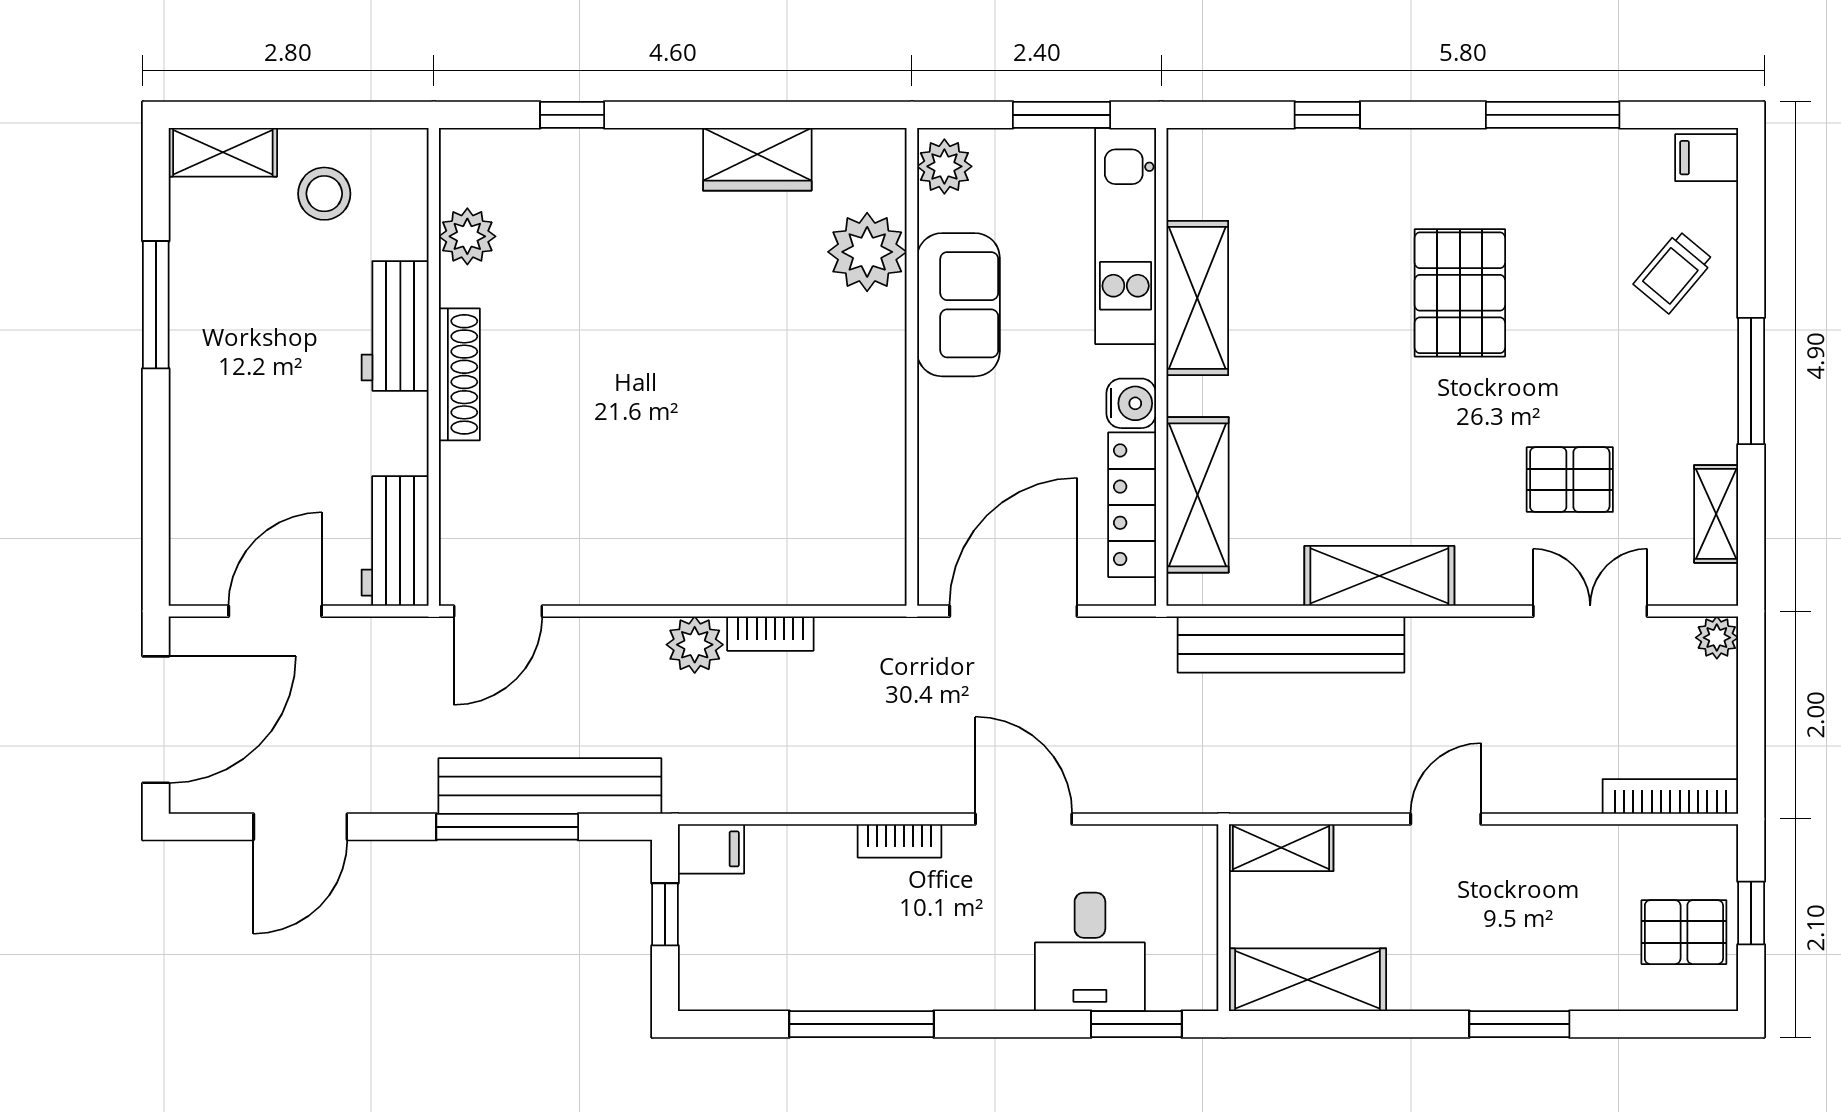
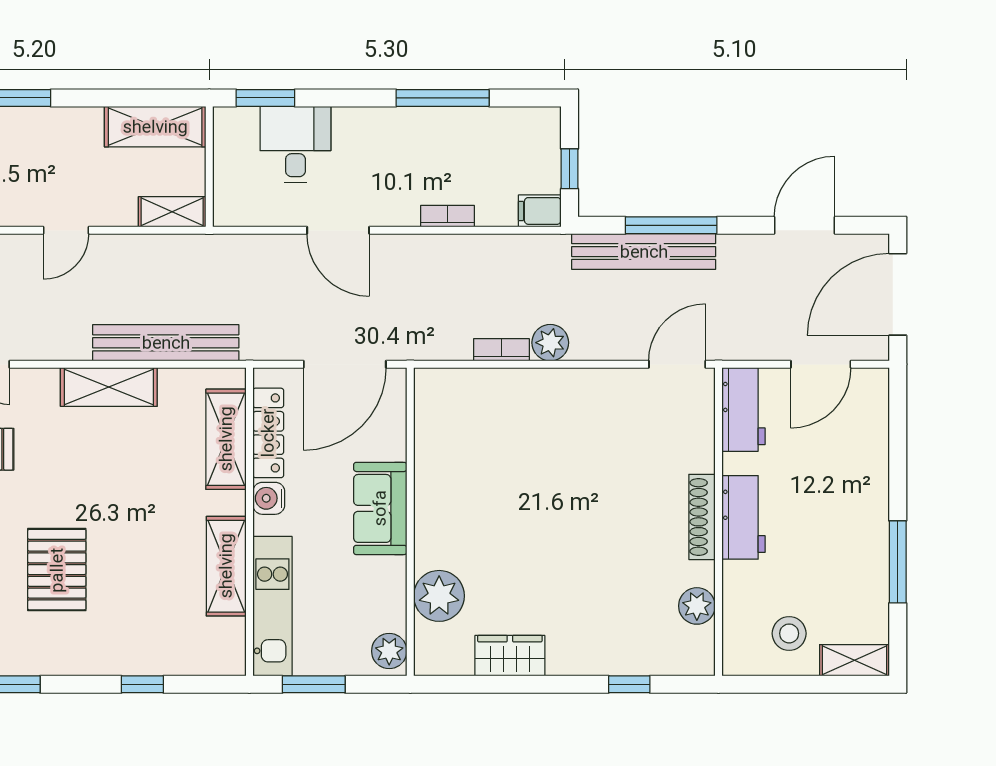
sofa: (958, 305) -> (380, 508), moved
workbench: (395, 326) -> (743, 517), moved
bookcase: (900, 841) -> (447, 216), moved

